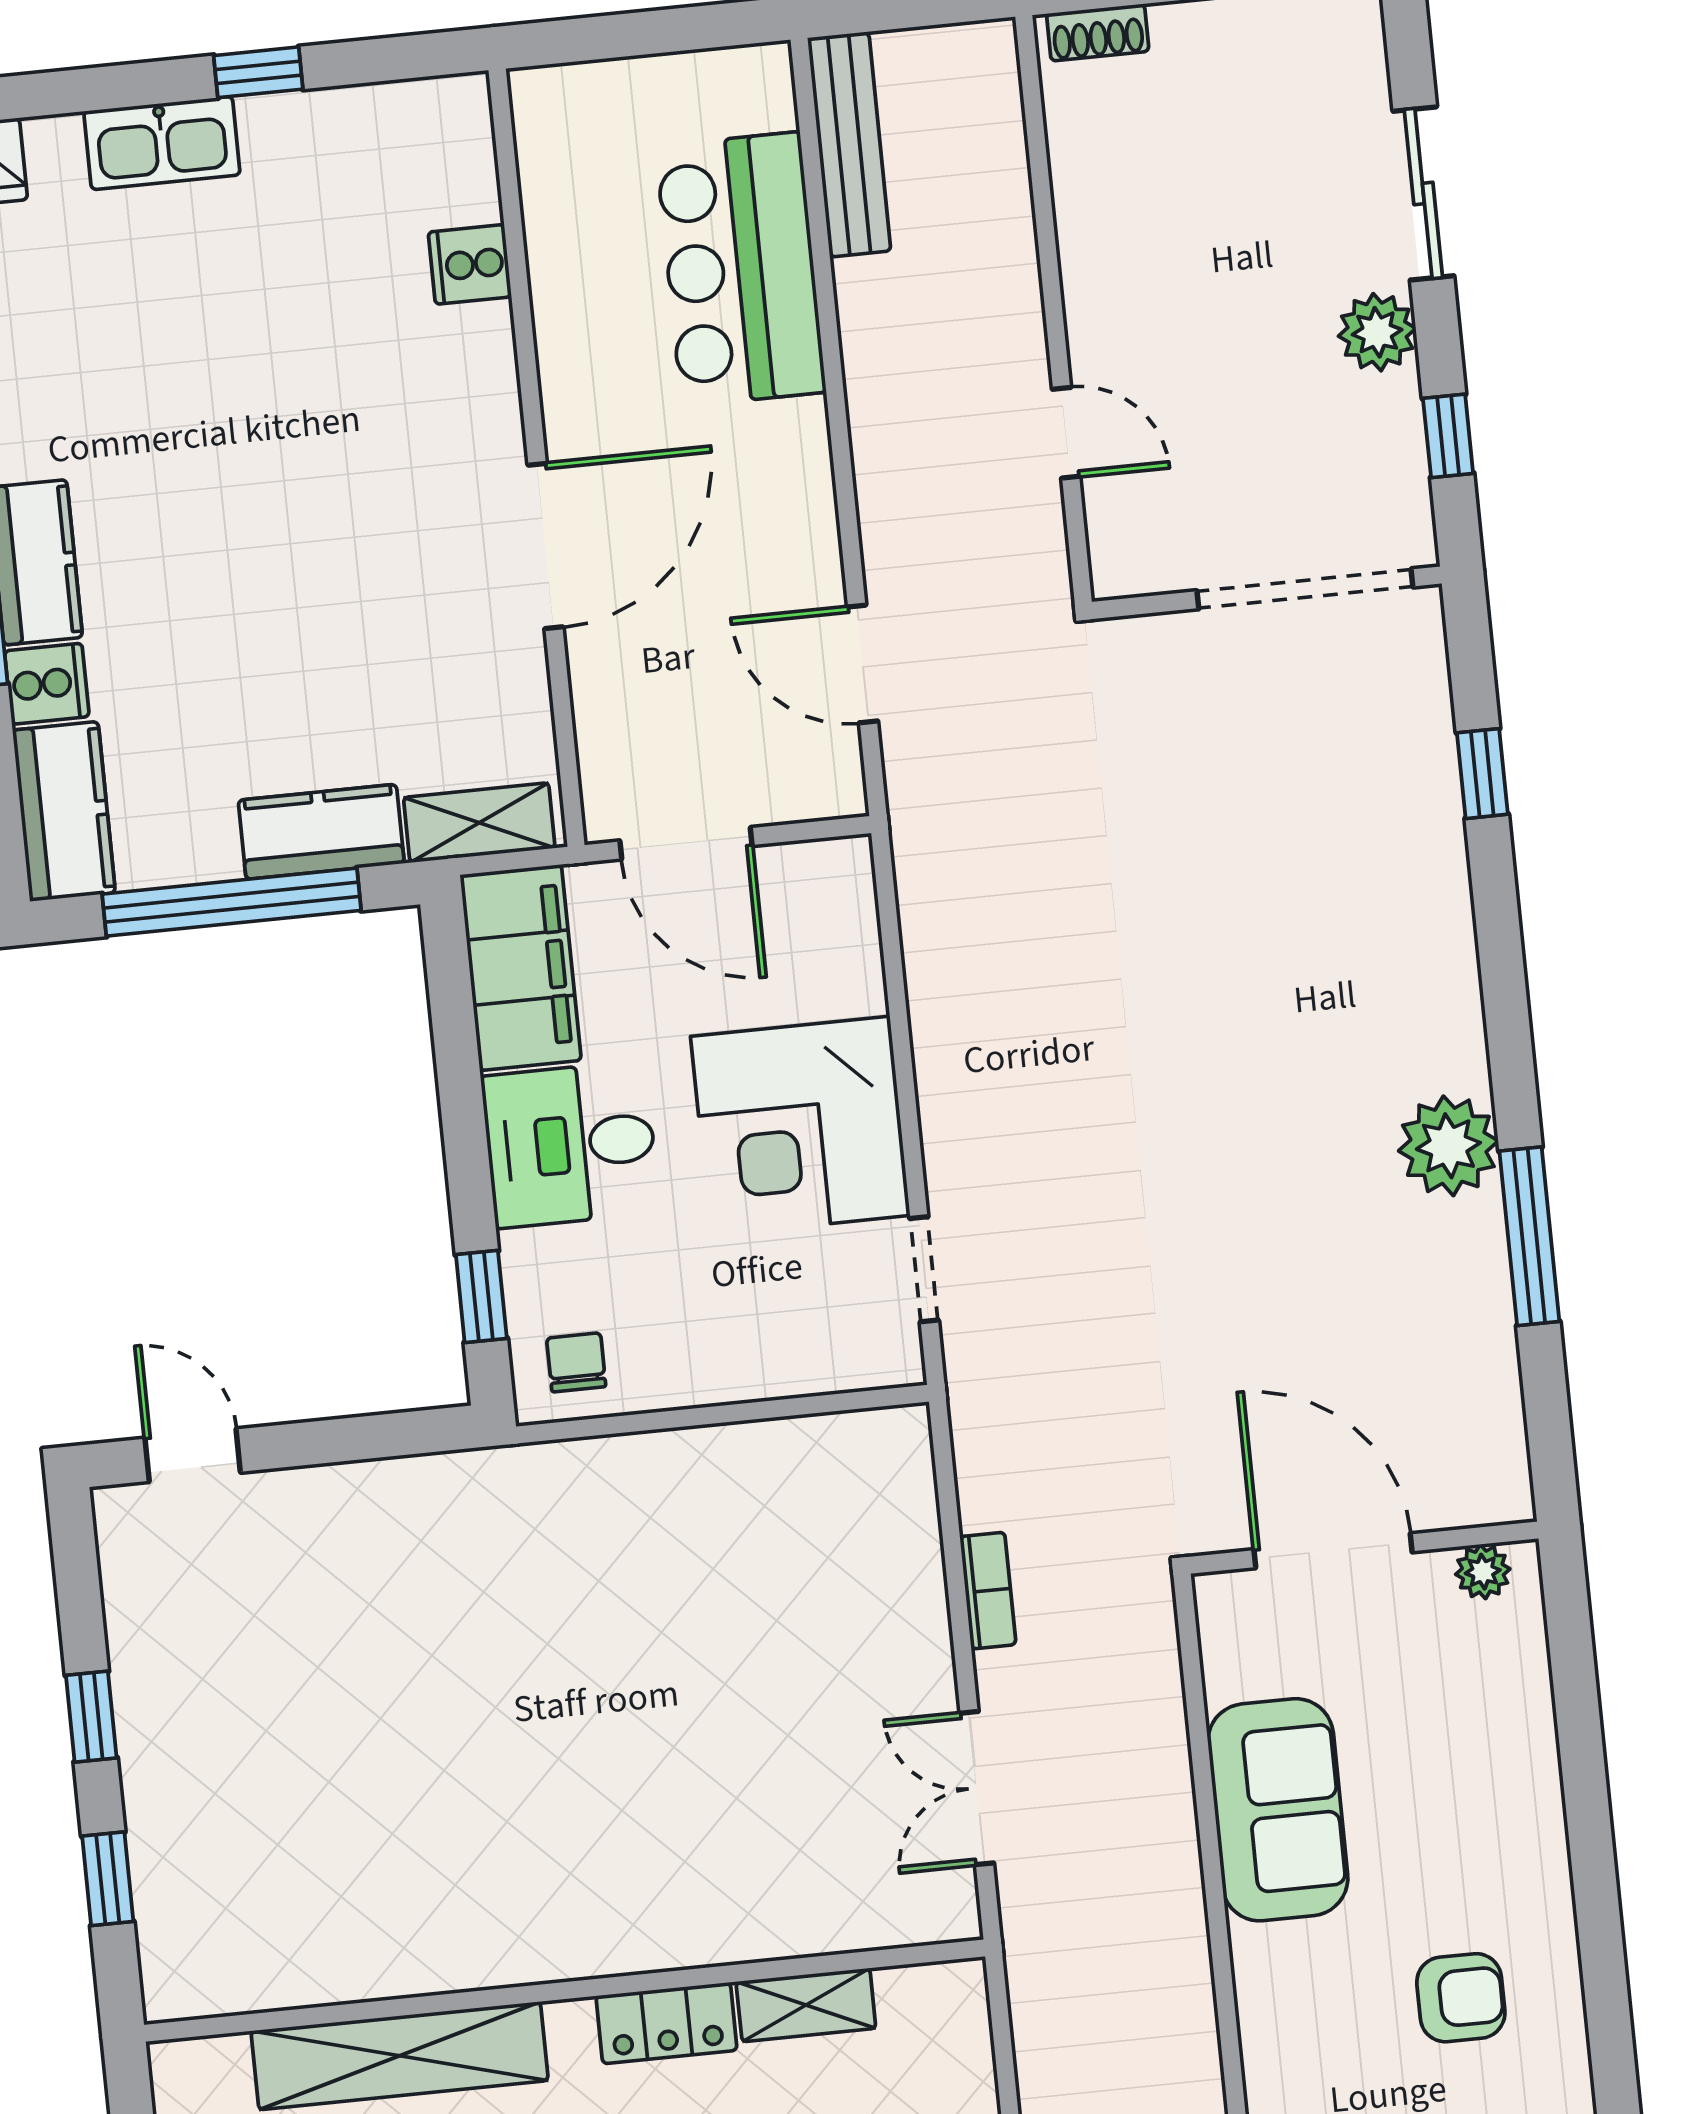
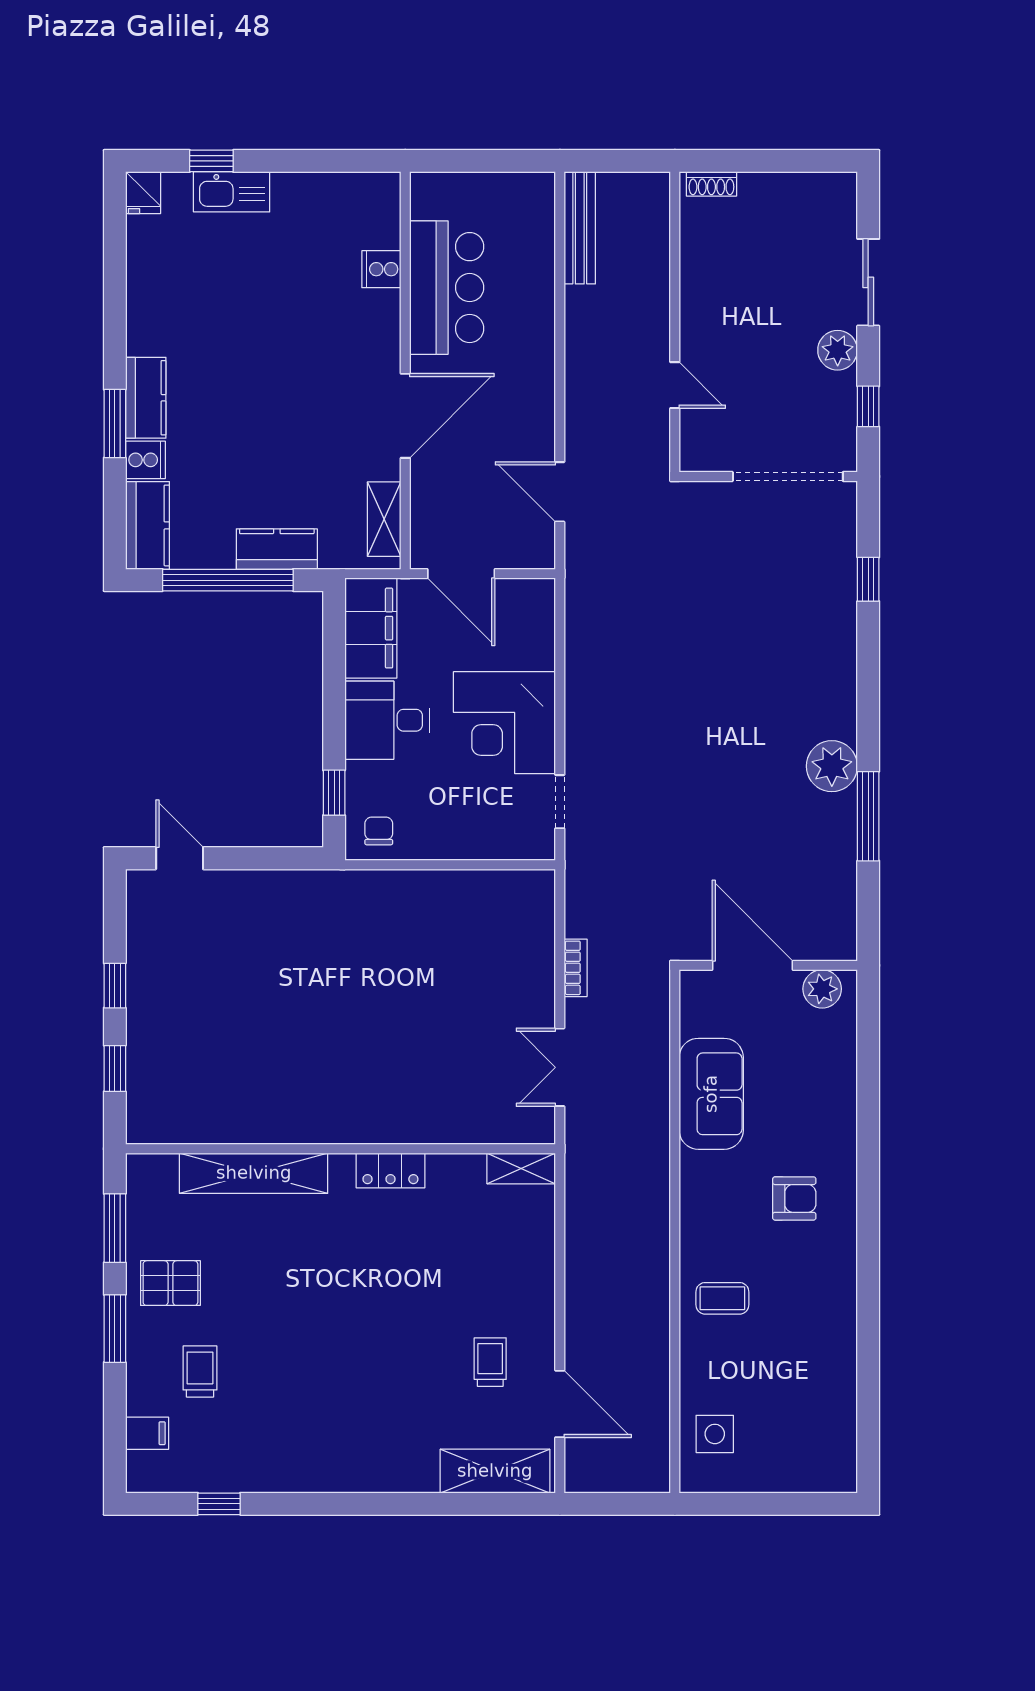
window: (258, 72) -> (211, 161), moved
bar counter: (741, 269) -> (447, 288), moved, turned 180
shelving: (479, 823) -> (384, 519), moved, turned 90
plant: (1483, 1572) -> (822, 989), width x1.38, depth x1.38
shelving: (806, 2005) -> (521, 1168), moved

